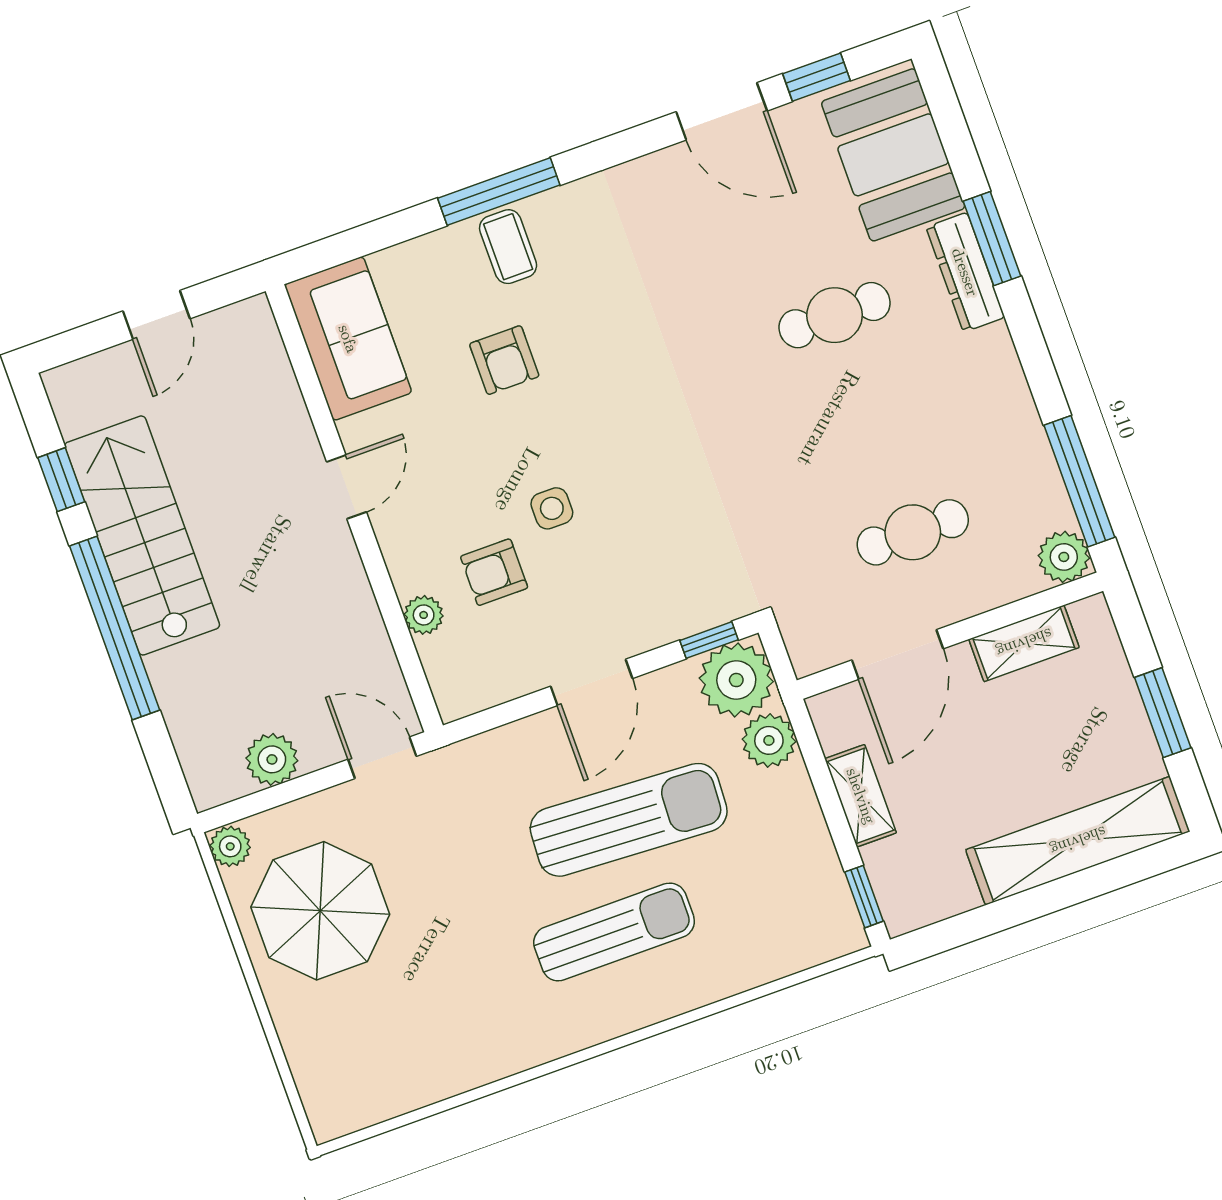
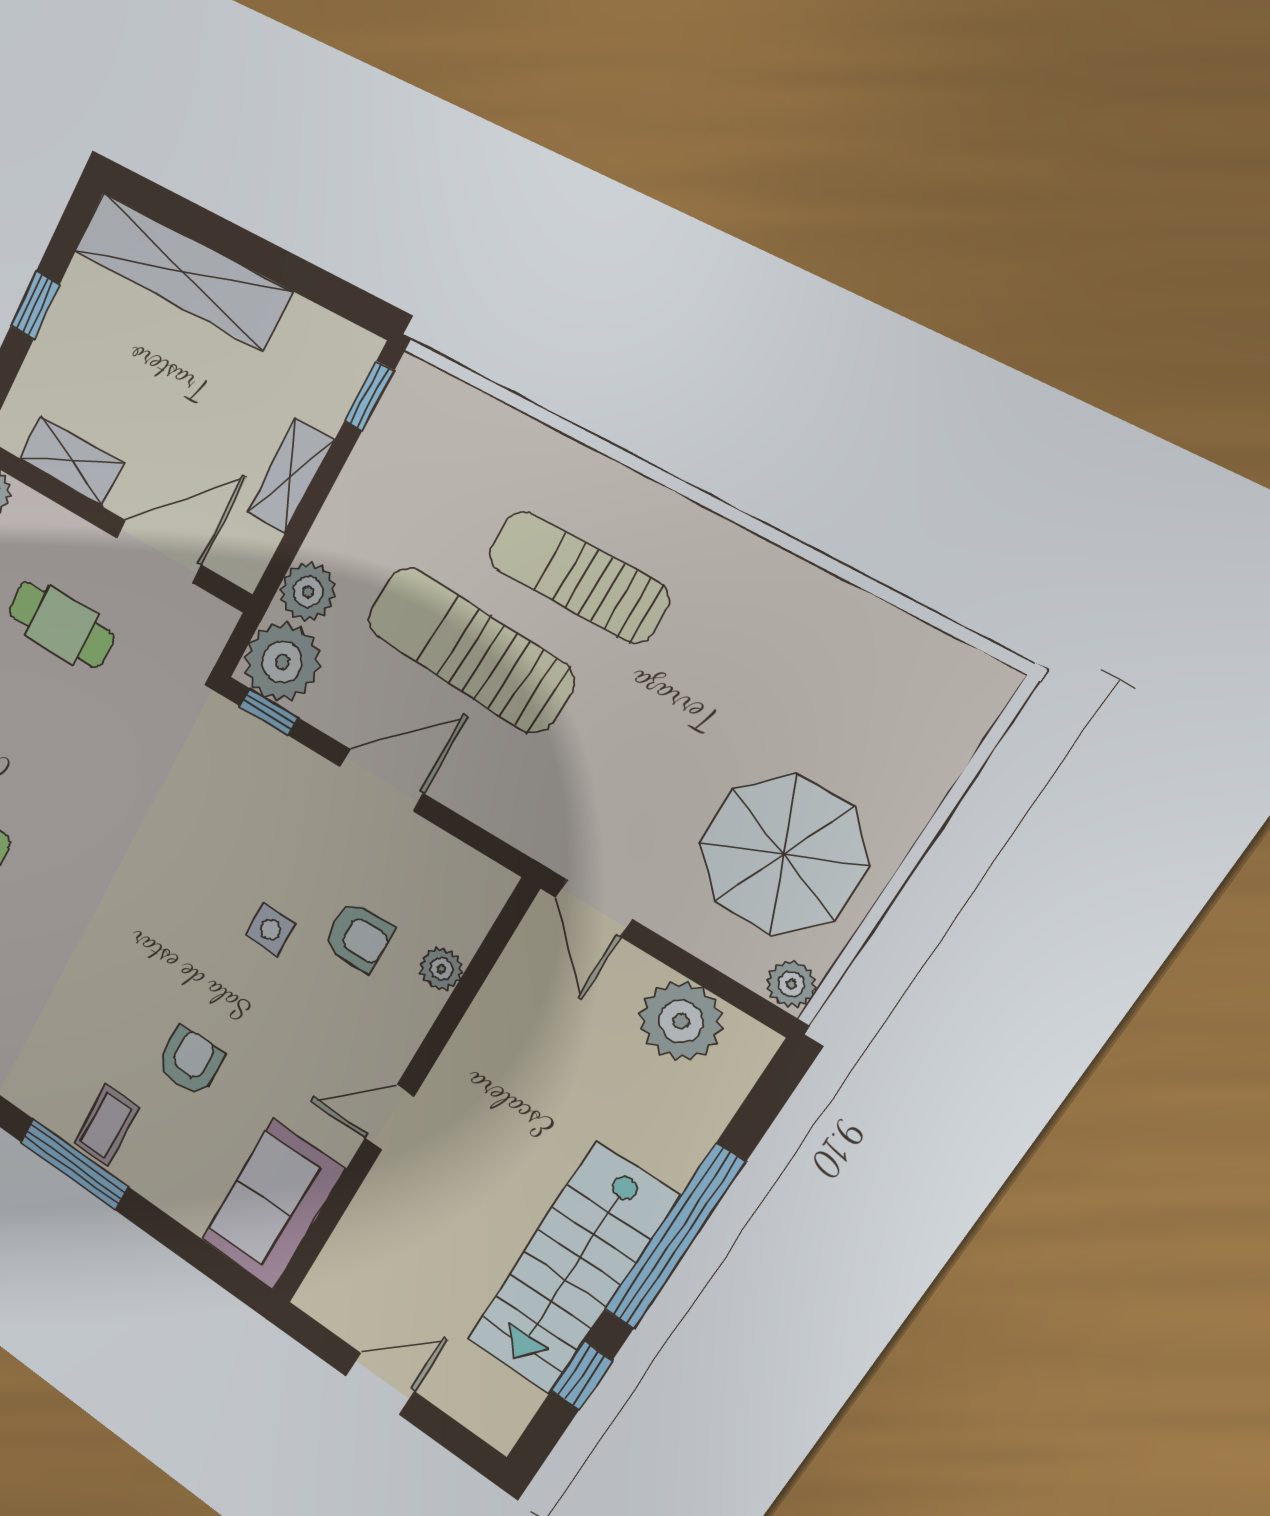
window: (1163, 713) -> (35, 305), width x0.67
plant: (272, 759) -> (681, 1021), width x1.36, depth x1.36

